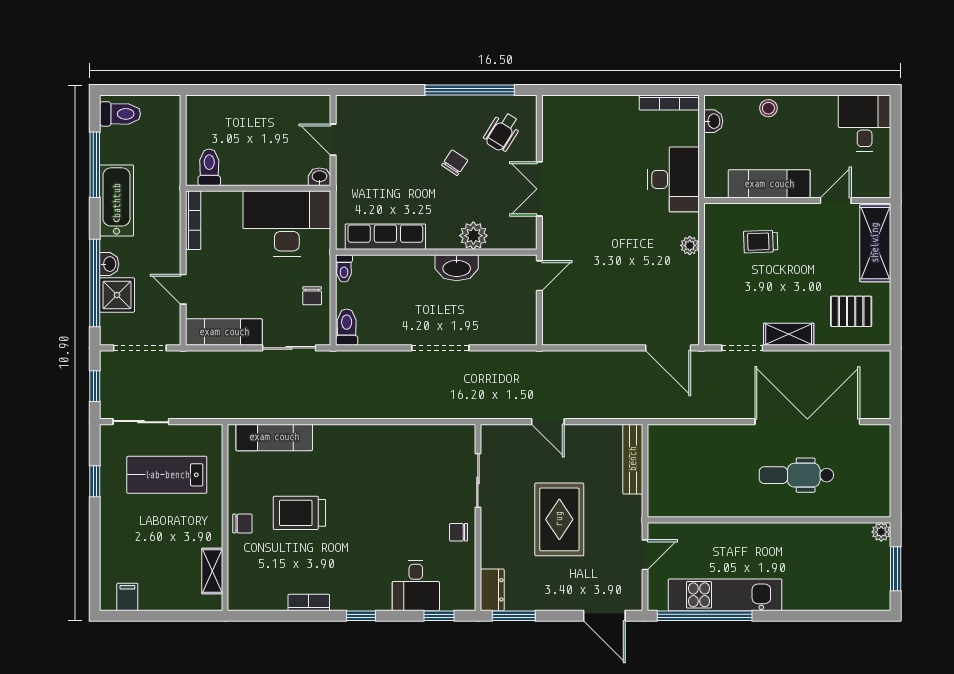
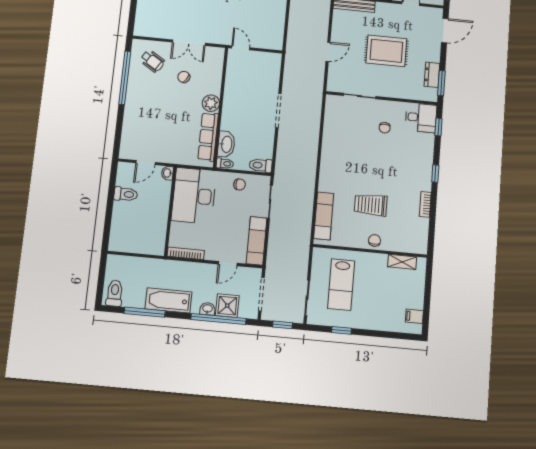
chair: (455, 163) -> (184, 77), moved
toilet: (209, 167) -> (126, 194), moved, turned 180
plant: (473, 236) -> (211, 103), moved
washbasin: (457, 268) -> (226, 144), moved
trolley: (299, 513) -> (371, 205), turned 90
chair: (459, 532) -> (385, 128), moved
desk: (416, 585) -> (421, 118), moved
dresser: (492, 590) -> (432, 75), moved, turned -90

